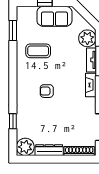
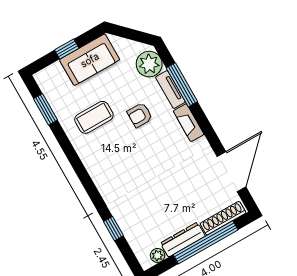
armchair: (47, 91) -> (140, 115), moved
plant: (25, 147) -> (157, 255), width x0.53, depth x0.53
window: (61, 159) -> (206, 242), added

